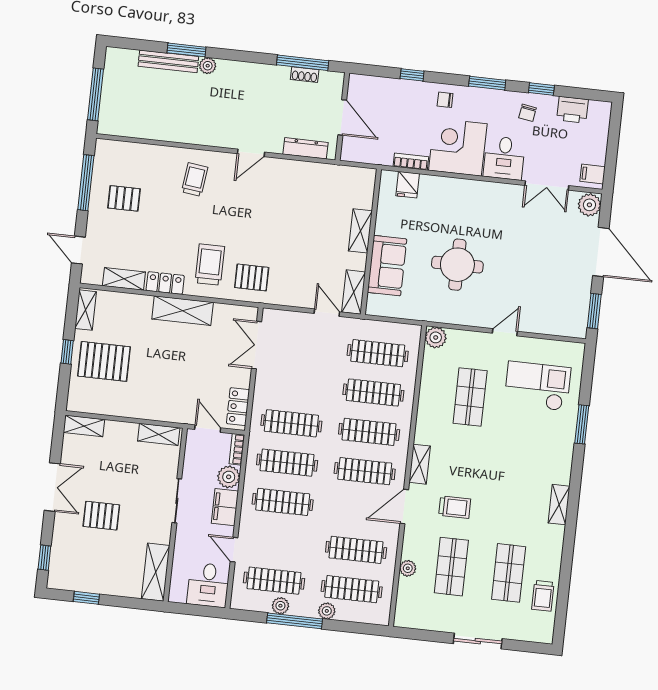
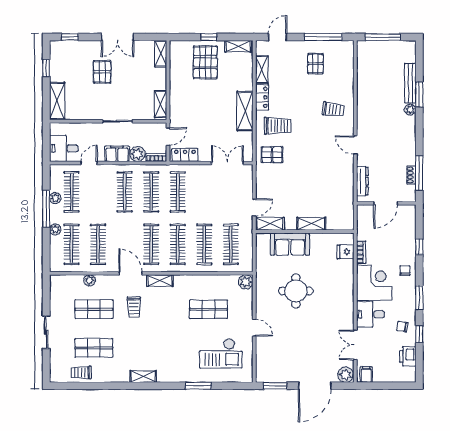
pallet: (252, 277) -> (272, 155), turned 90
checkout: (537, 386) -> (221, 353), turned 90
shelving: (156, 572) -> (57, 101), moved, turned 90

